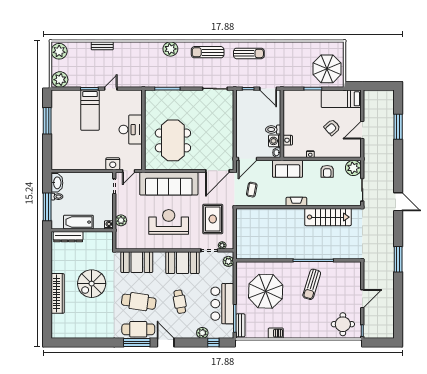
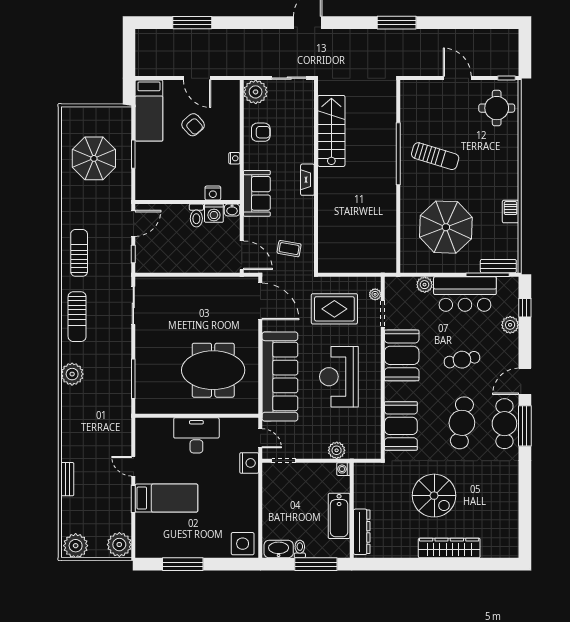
parasol: (327, 69) -> (94, 158), moved
side table: (60, 159) -> (243, 544), added
plant: (228, 261) -> (425, 285), moved

